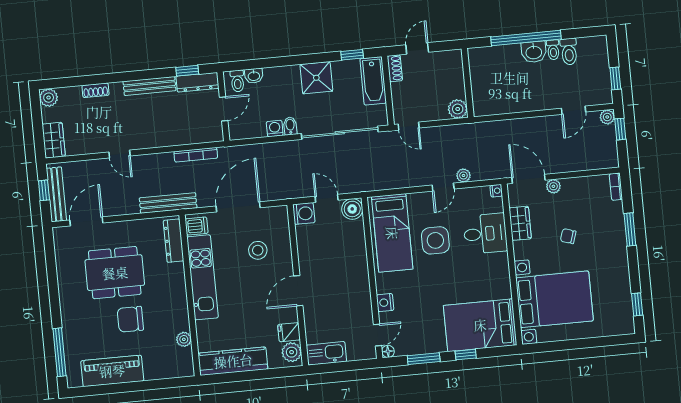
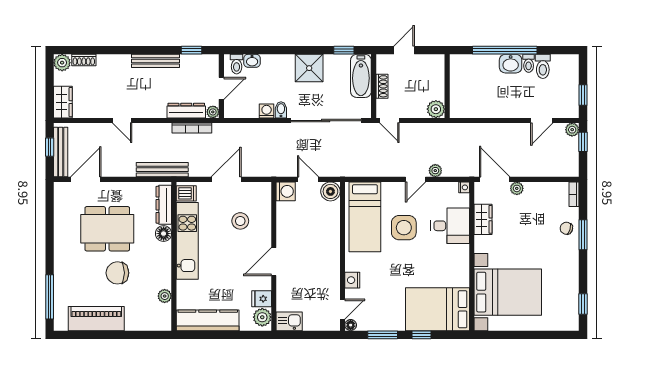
shoe rack: (395, 68) -> (382, 86), moved
dresser: (197, 82) -> (186, 111), moved, turned 180
shoe rack: (96, 90) -> (84, 60), moved
plant: (217, 135) -> (213, 112), added
door: (238, 207) -> (226, 179), width x0.73
chair: (568, 236) -> (566, 228), moved
floor lamp: (176, 272) -> (164, 234), added
kitchen sink: (326, 353) -> (289, 321), width x0.73

